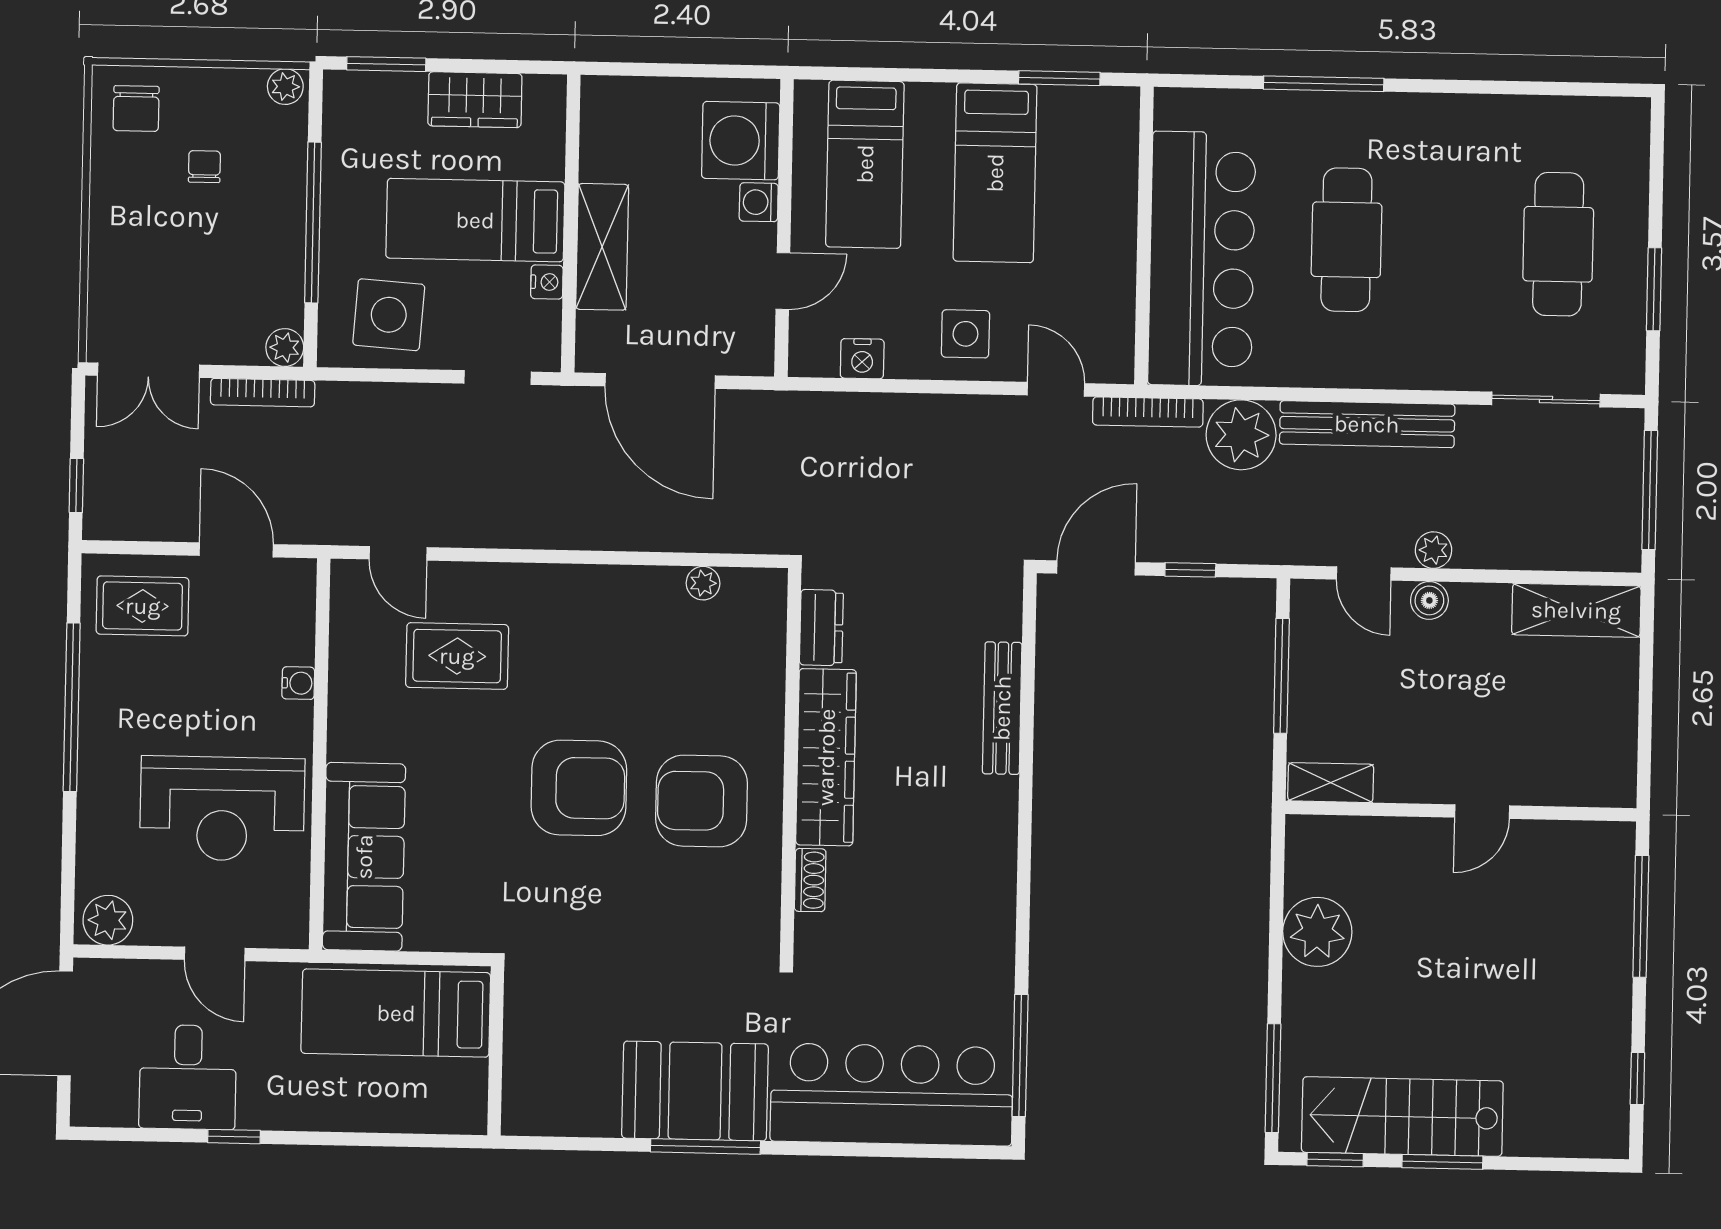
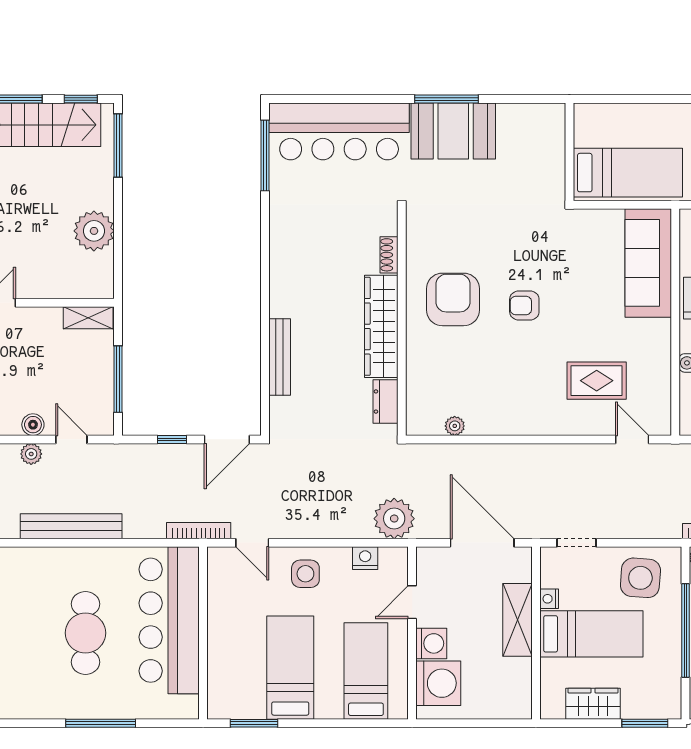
washing machine: (759, 202) -> (431, 643), width x1.38, depth x1.38
plant: (1241, 435) -> (394, 519), moved
armchair: (579, 788) -> (524, 306), width x0.53, depth x0.53
armchair: (701, 801) -> (453, 299), turned -90

